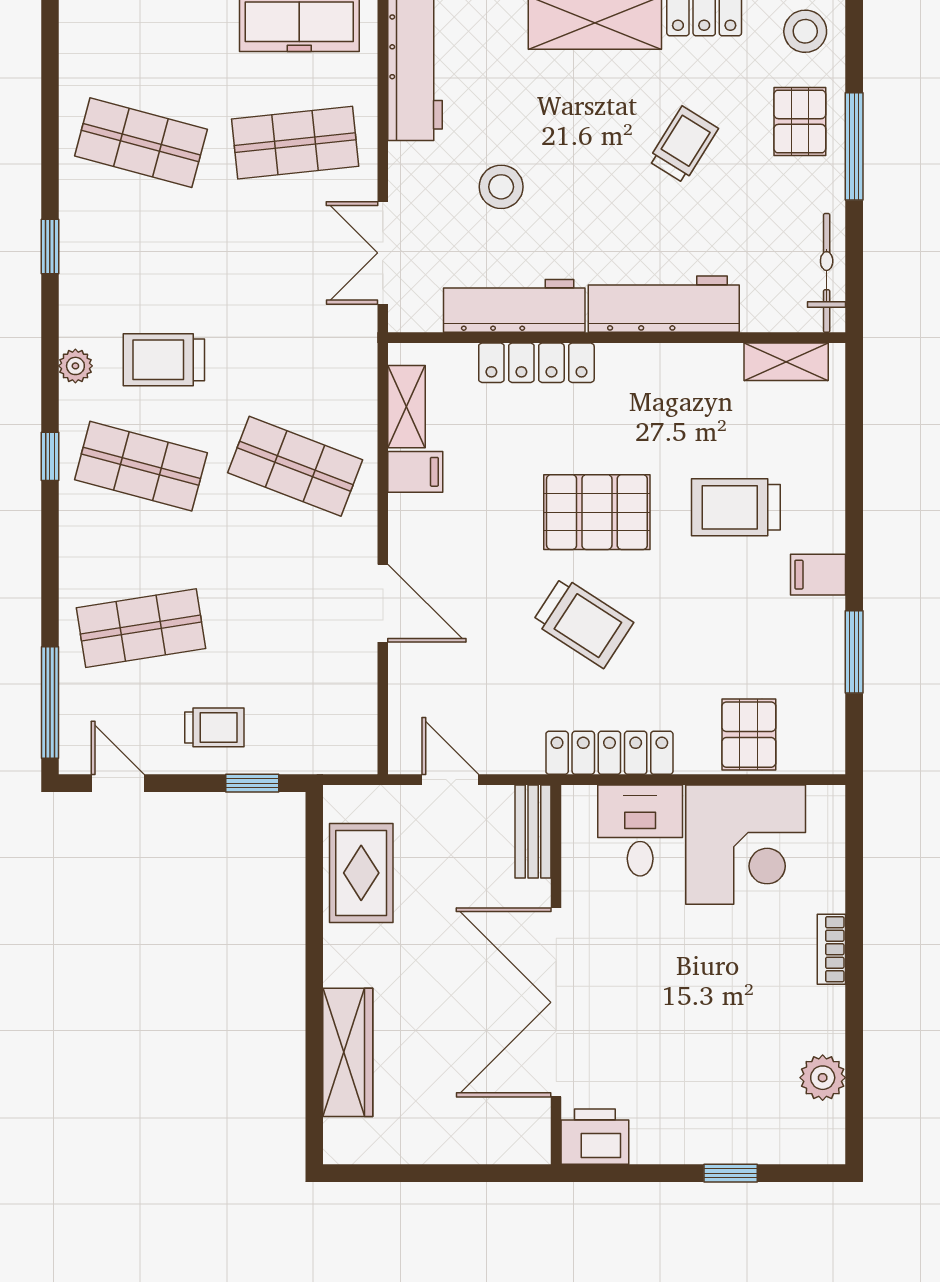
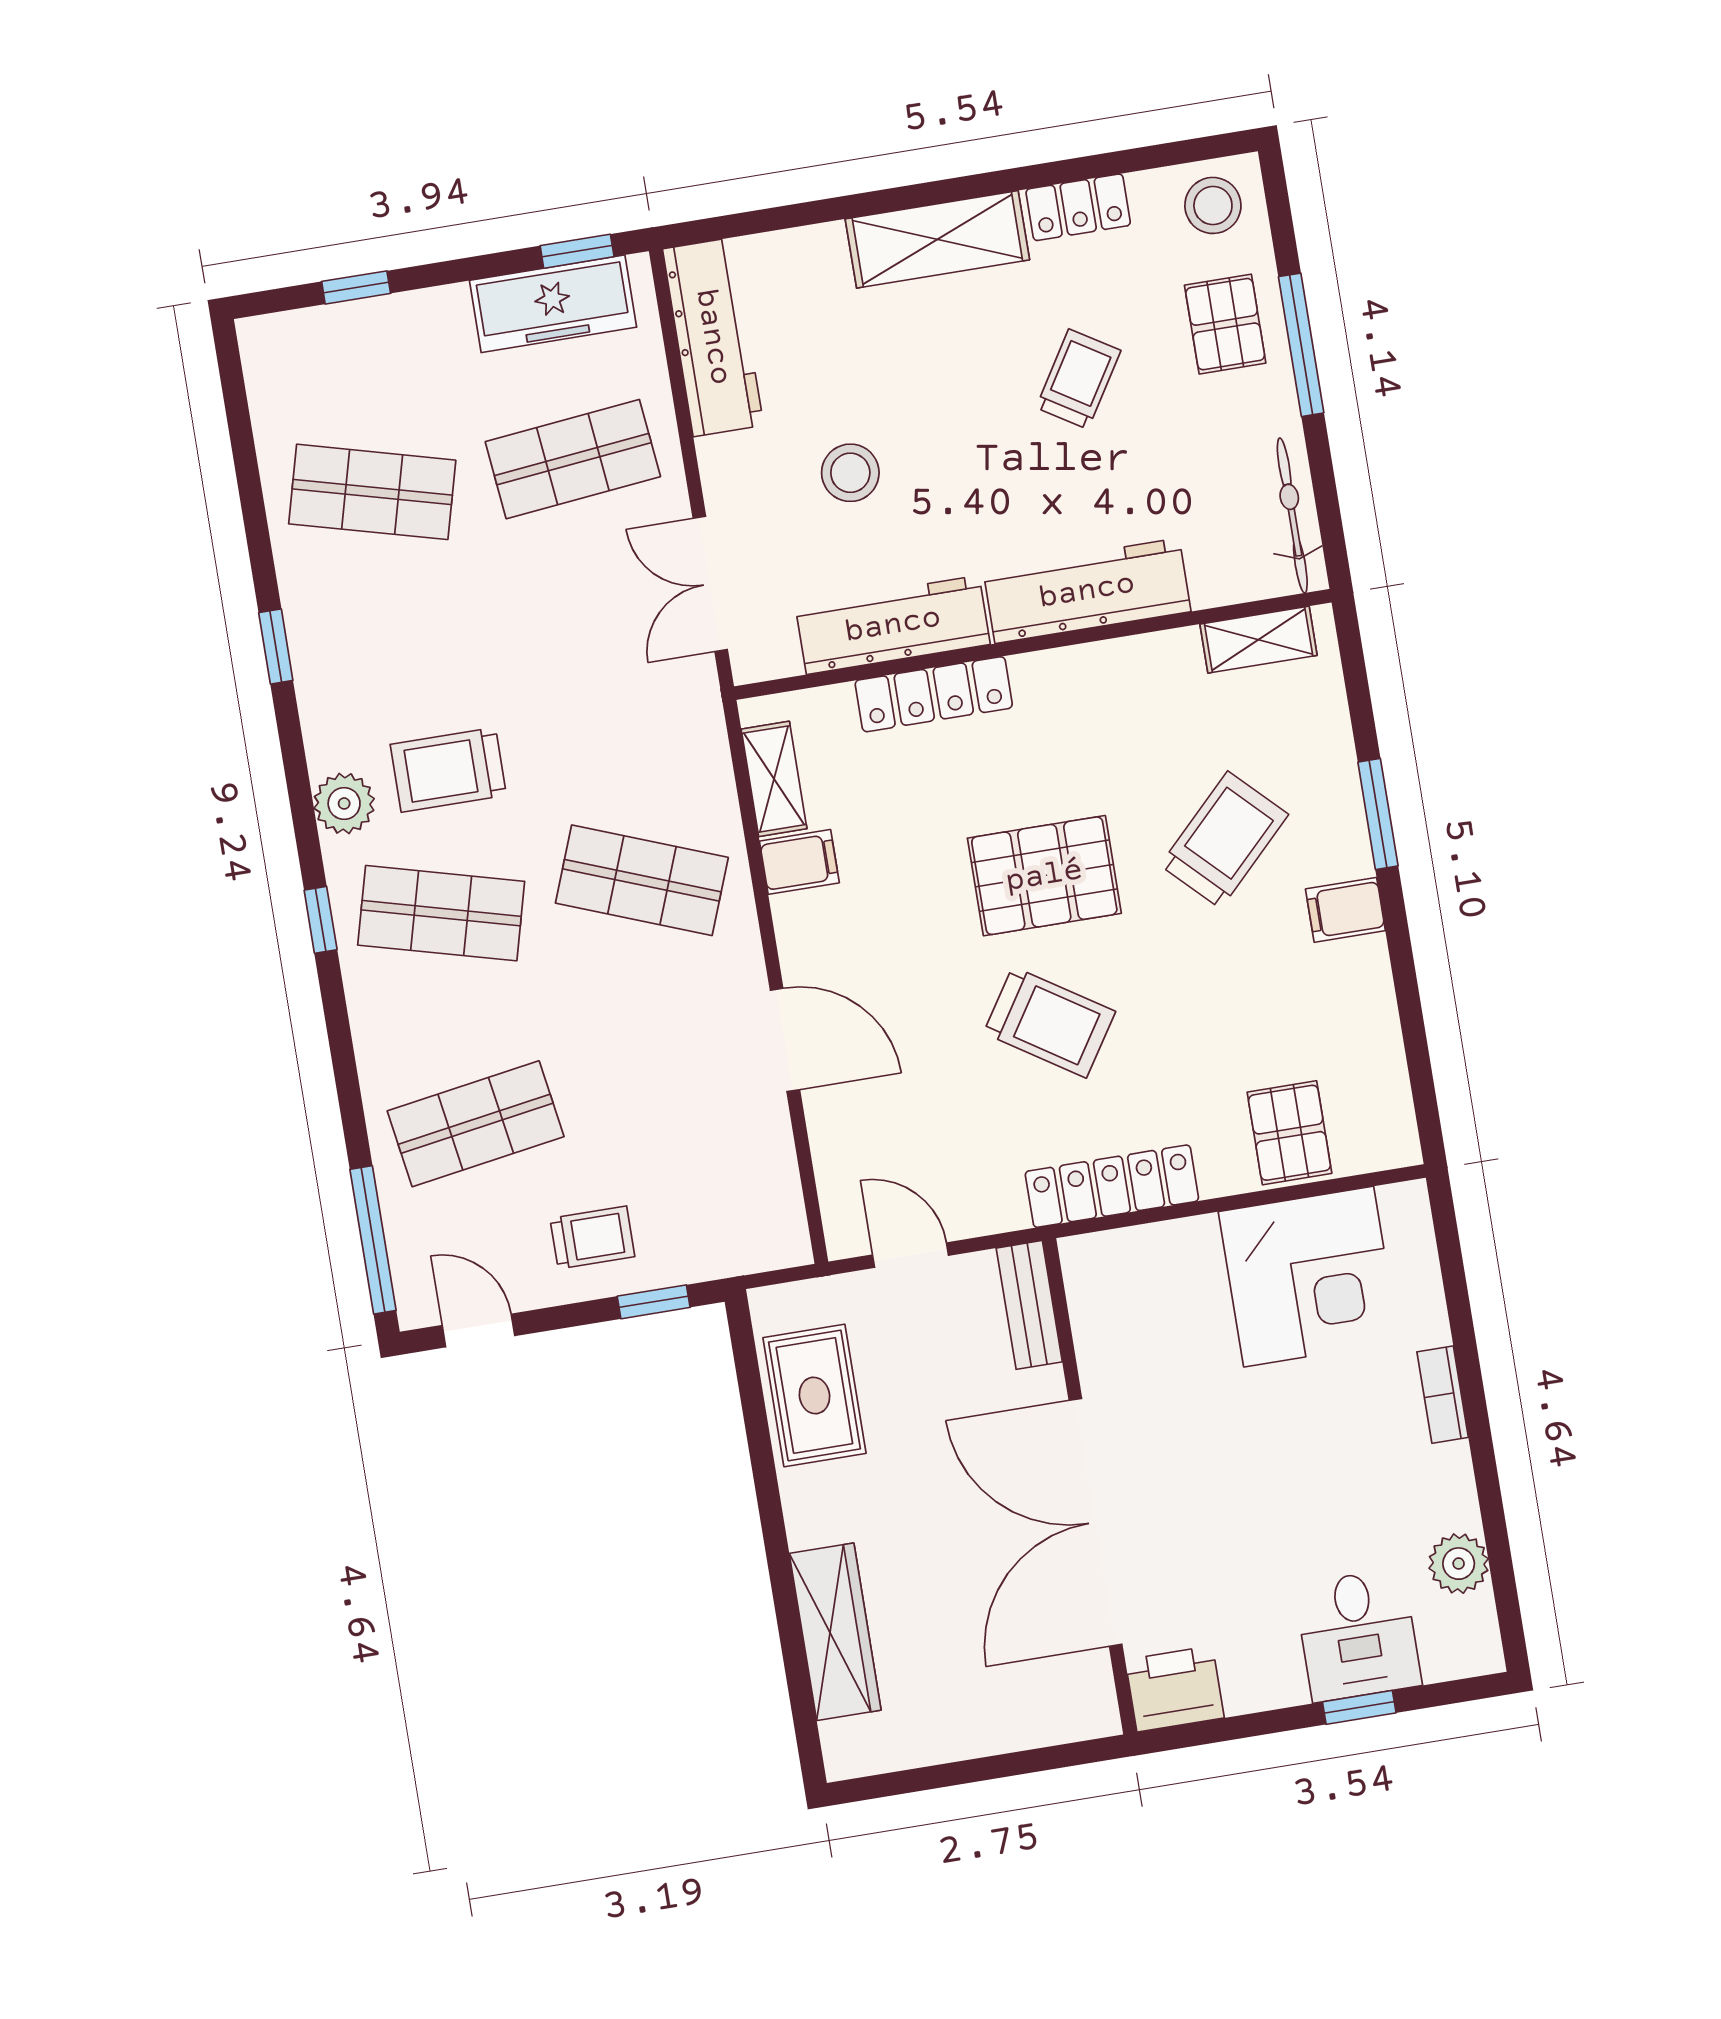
plant: (75, 366) -> (344, 803), width x1.38, depth x1.38
trolley: (736, 507) -> (1224, 840), turned 135
window: (854, 652) -> (1378, 814), moved
desk: (640, 830) -> (1358, 1635), moved, turned 180

